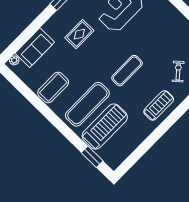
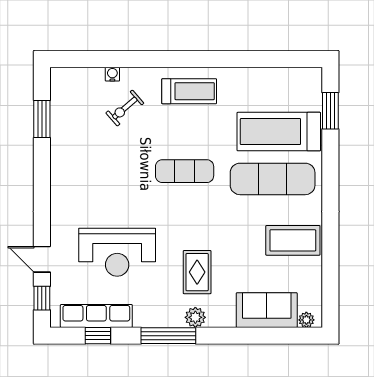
plant: (61, 15) -> (195, 317), added
rug: (79, 34) -> (197, 272), turned 90
treadmill: (159, 105) -> (189, 91), turned 180

